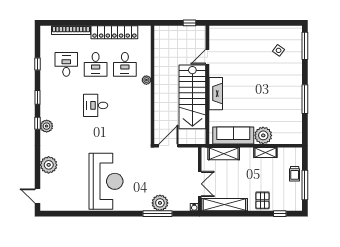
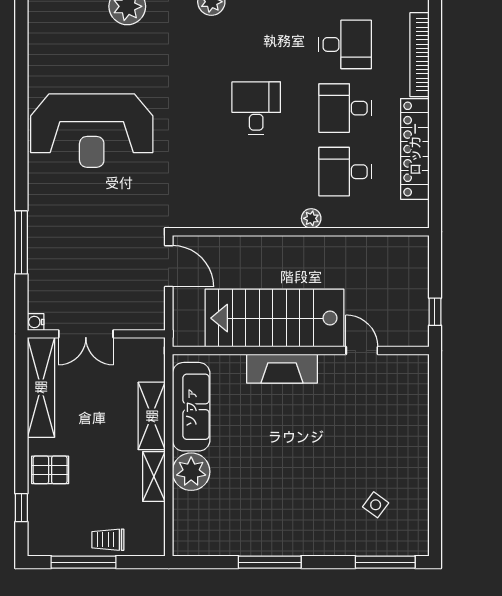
shelving: (224, 154) -> (152, 416), moved
plant: (160, 203) -> (45, 248), removed

